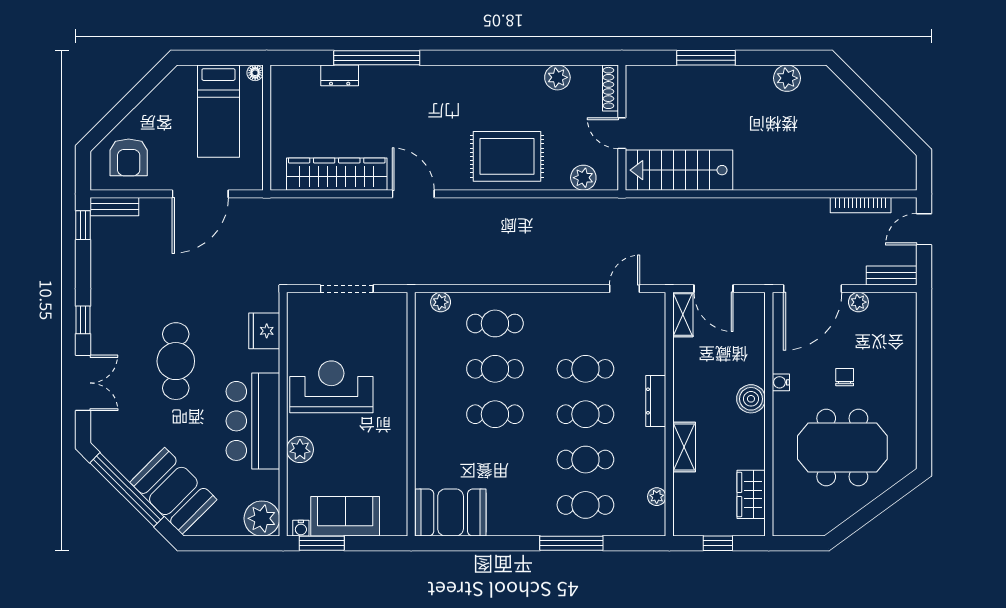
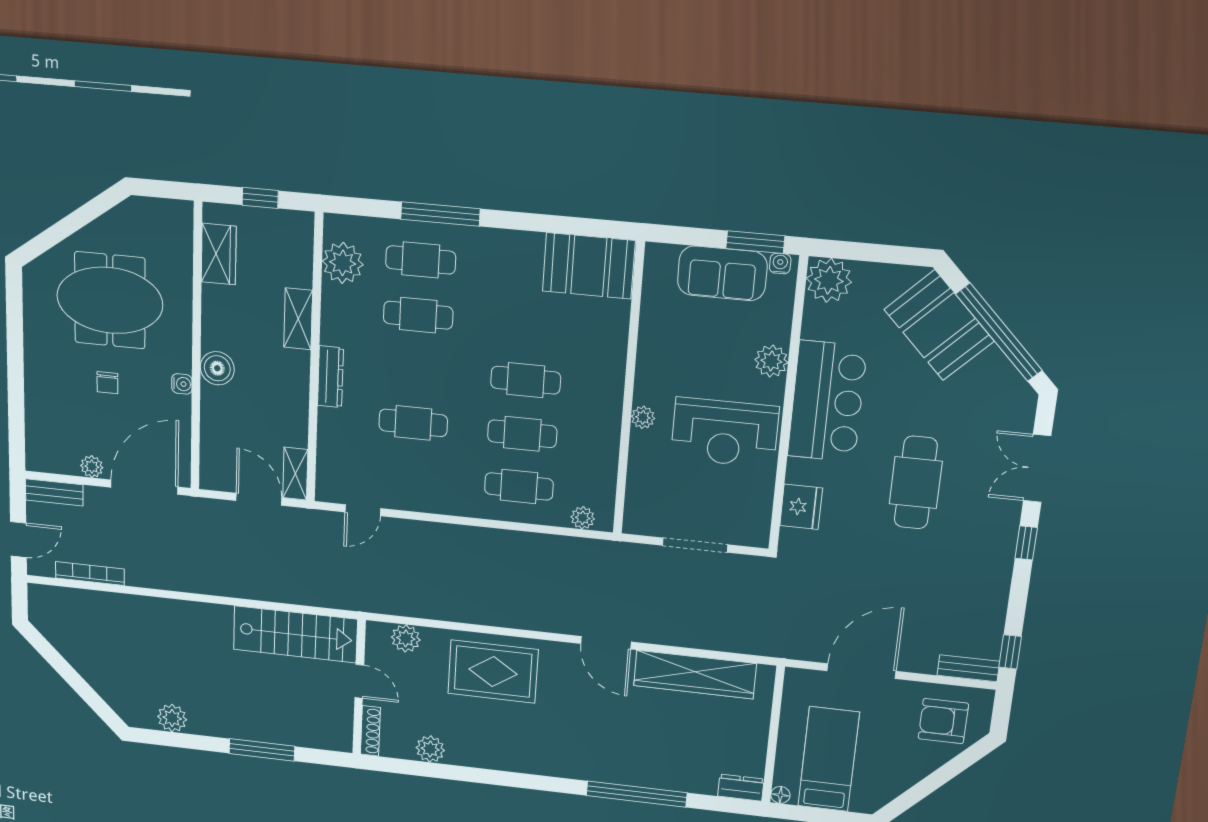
dresser: (340, 75) -> (741, 788), moved
armchair: (129, 157) -> (943, 721), turned -90
plant: (398, 393) -> (643, 417), added
cafe table: (585, 414) -> (416, 369), removed
plant: (657, 497) -> (343, 263), width x1.88, depth x1.88

